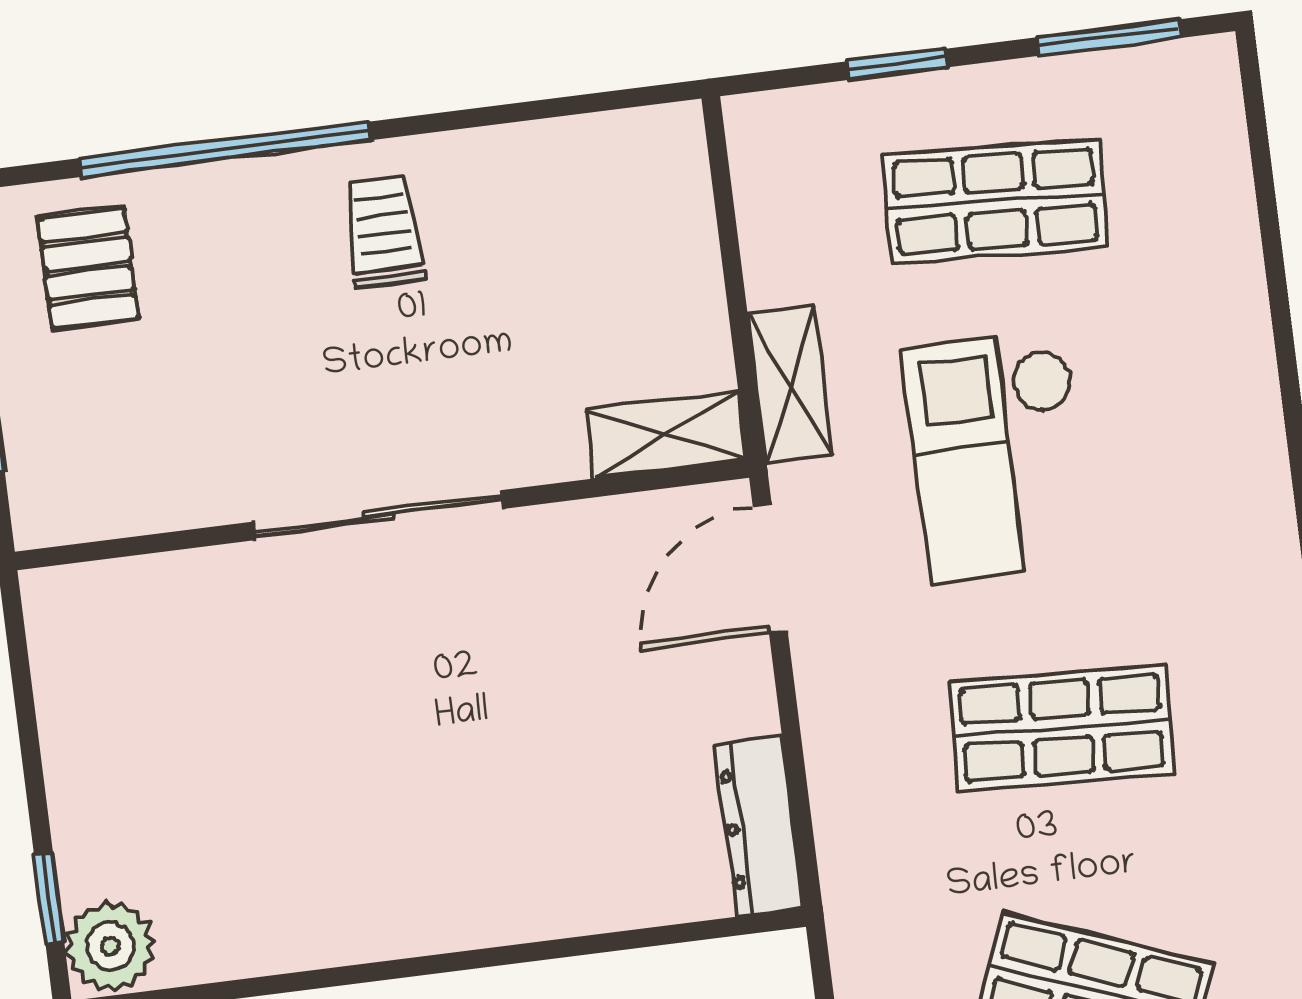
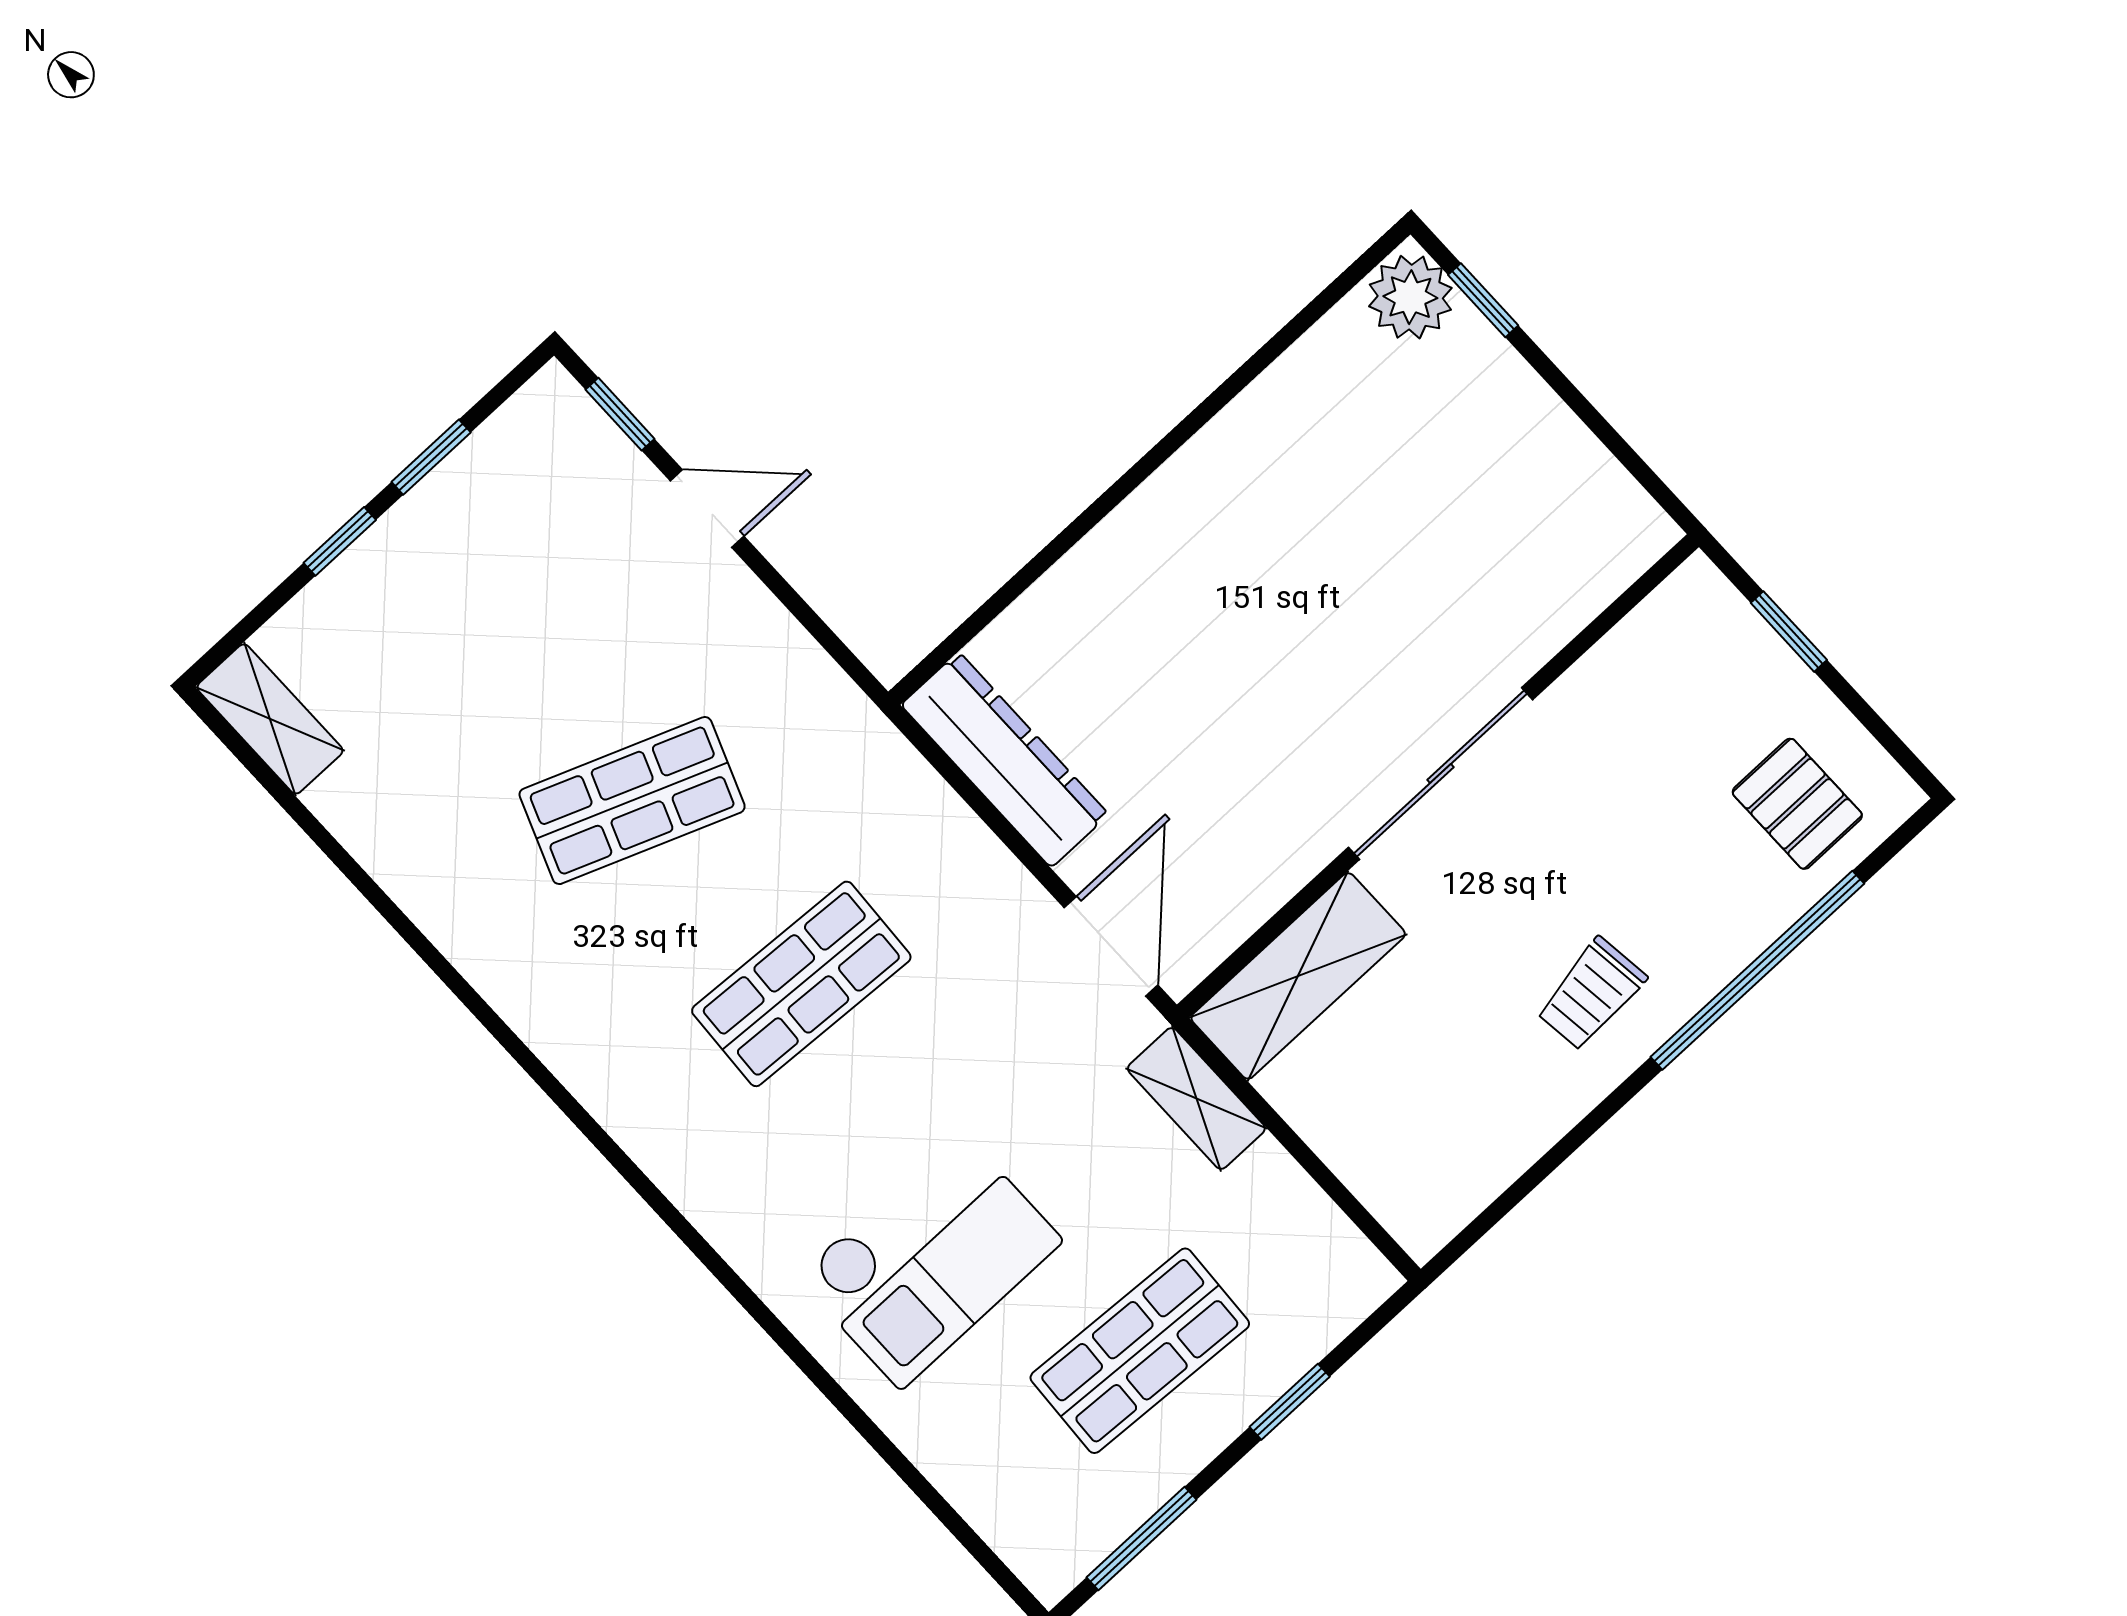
trolley: (384, 231) -> (1591, 994), turned 83
shelving: (666, 434) -> (1298, 976), width x1.50, depth x1.33
checkout: (997, 456) -> (930, 1259), moved, turned 90
dresser: (759, 826) -> (1005, 760), width x1.37, depth x1.24

